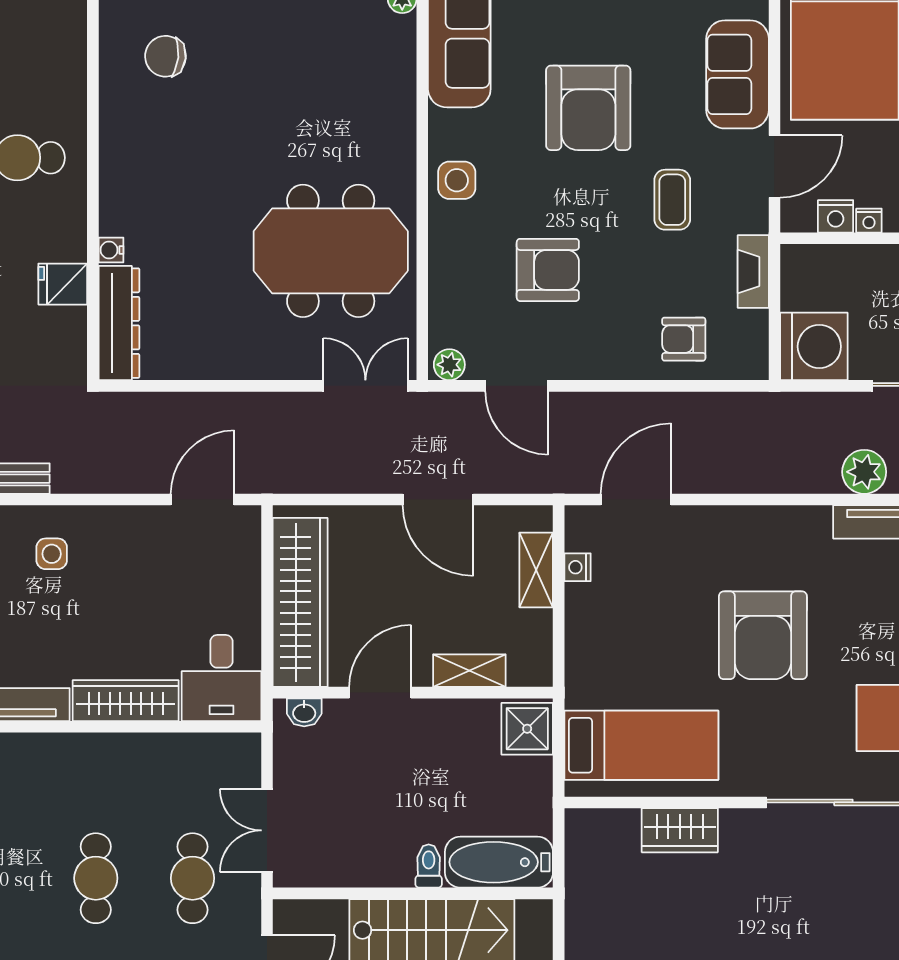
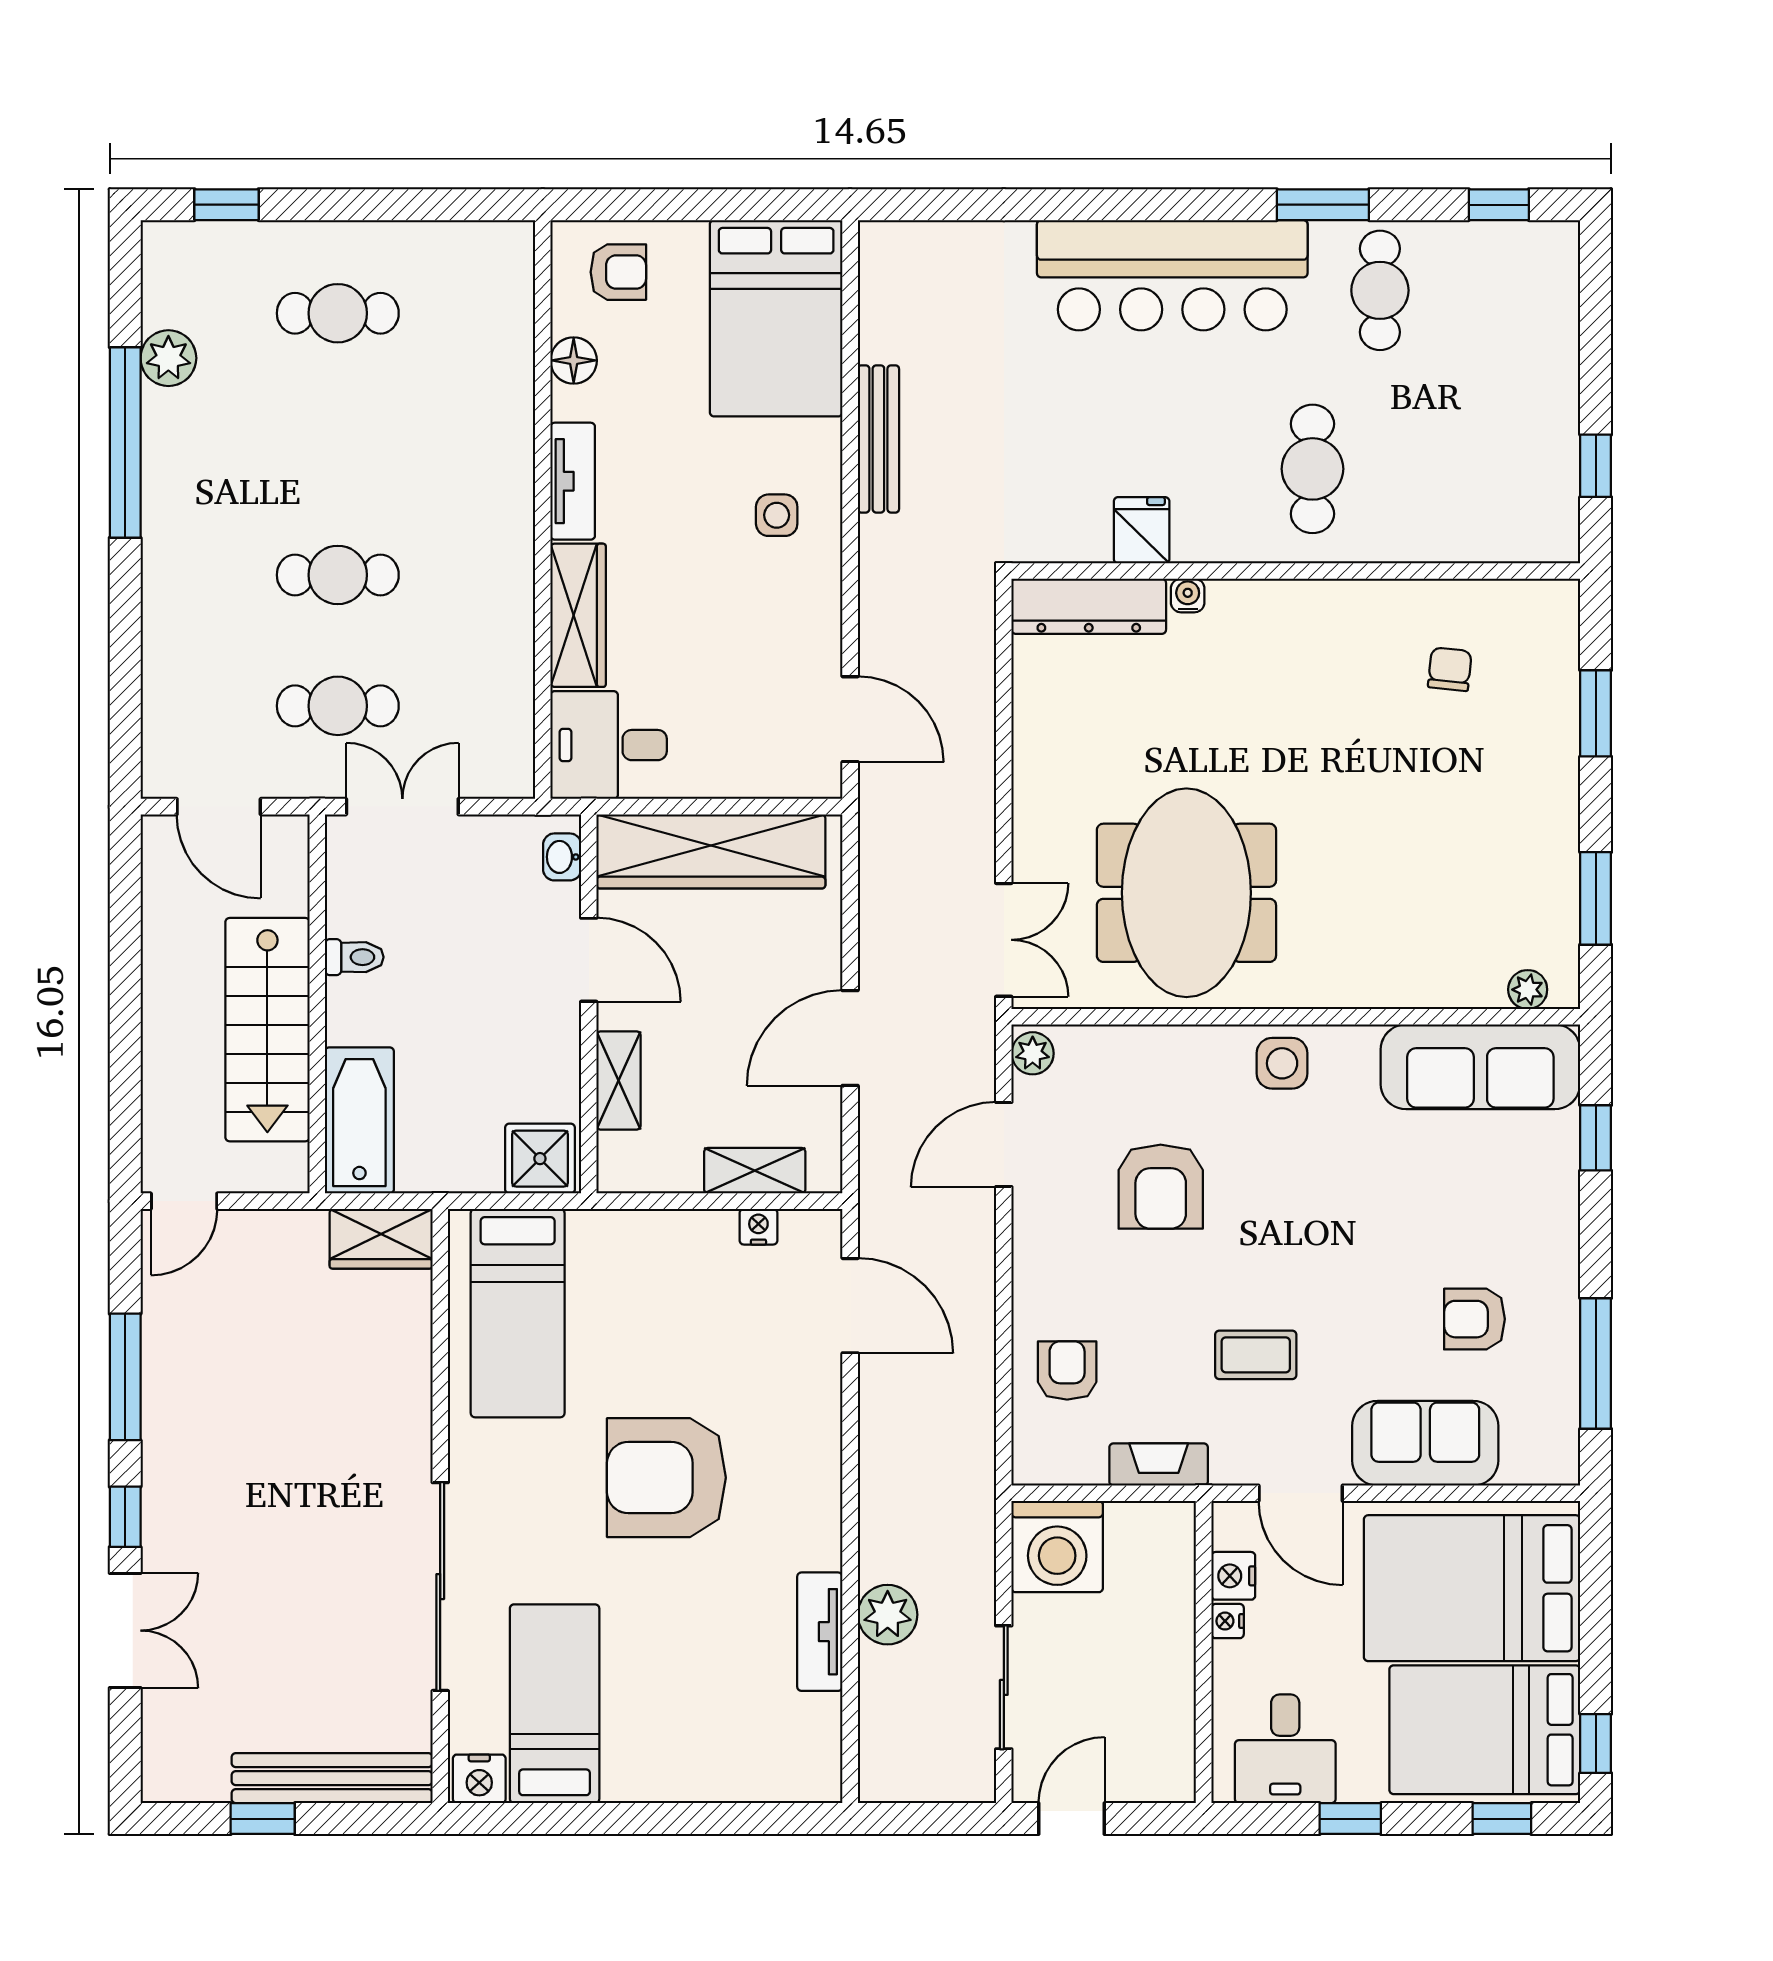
chair: (165, 56) -> (1450, 669), width x0.73, depth x0.73
armchair: (588, 108) -> (1474, 1319), moved, width x0.53, depth x0.53
wardrobe: (680, 830) -> (381, 1239), moved, turned -90
toilet: (429, 866) -> (354, 957), moved

